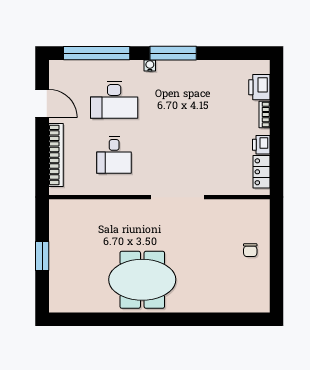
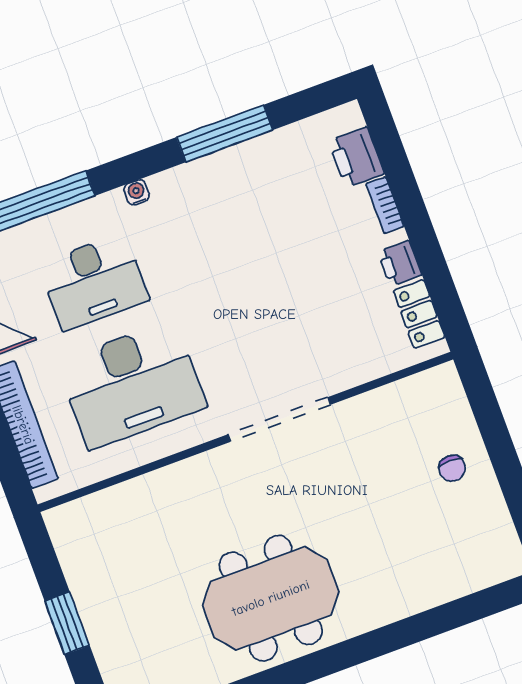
window: (173, 53) -> (225, 134), moved
desk: (114, 155) -> (132, 384), width x1.87, depth x1.30

